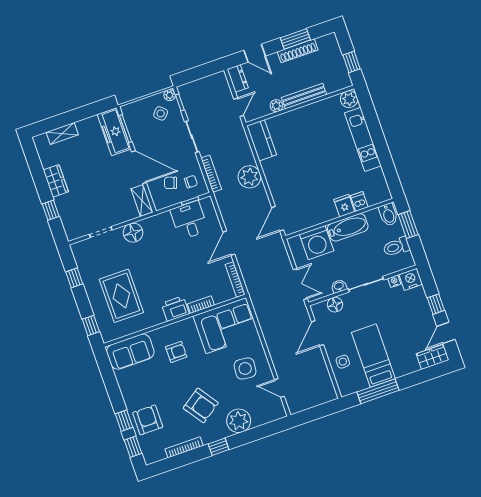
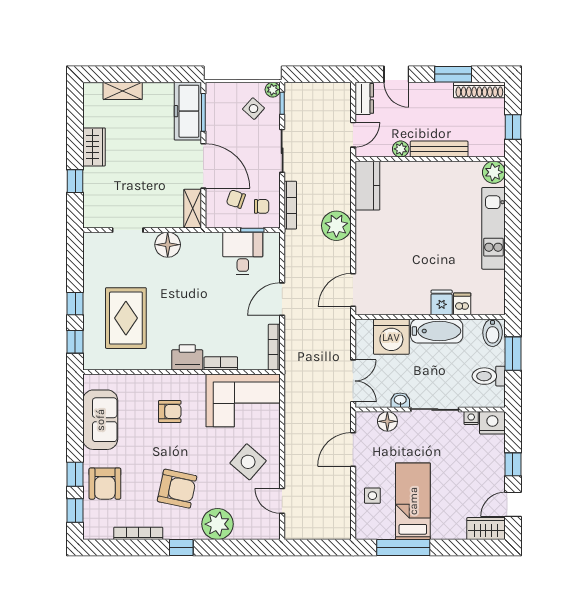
shoe rack: (298, 51) -> (479, 90), moved
window: (74, 278) -> (75, 304), moved
sofa: (130, 352) -> (100, 420), moved, turned -90
side table: (245, 368) -> (248, 462), turned 35
armchair: (201, 405) -> (177, 489), turned -43
armchair: (148, 420) -> (105, 484), turned 180

